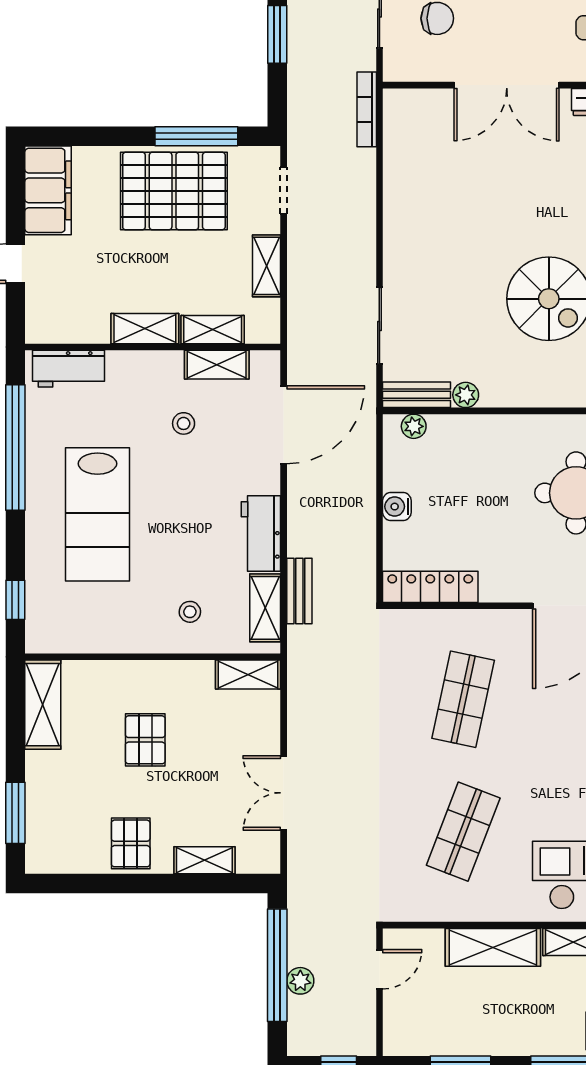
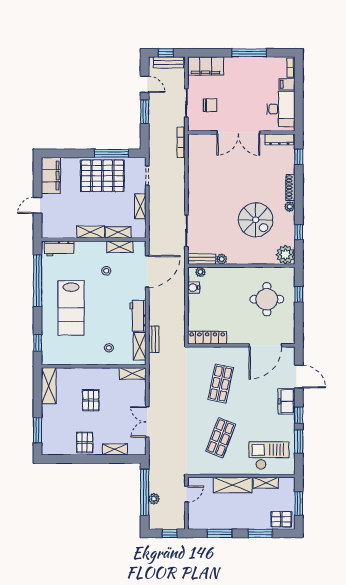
water cooler: (397, 507) -> (194, 288), moved

